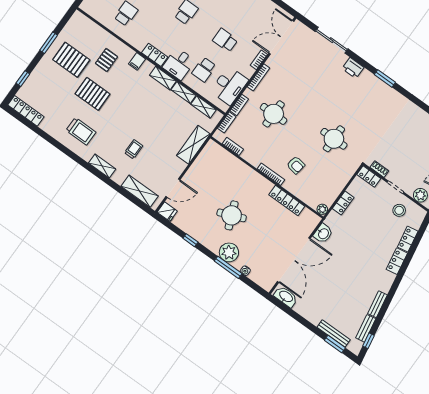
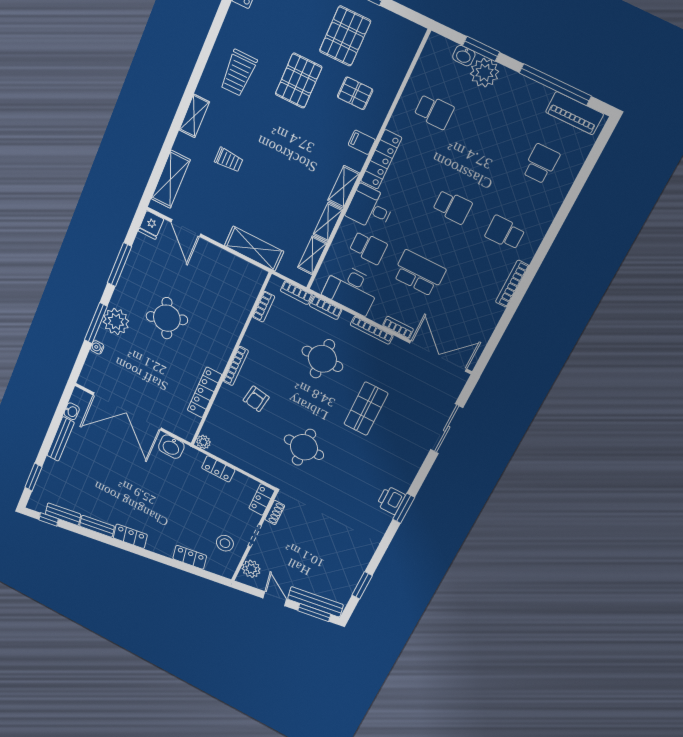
school desk: (225, 40) -> (419, 273), width x1.85
locker: (155, 55) -> (381, 159), width x1.53
printer: (353, 68) -> (391, 500), moved
school desk: (204, 70) -> (368, 248), turned 180
shop shelf: (311, 91) -> (366, 409), added
window: (190, 240) -> (119, 265), width x2.17
locker: (397, 261) -> (130, 536), moved
washbasin: (286, 297) -> (72, 411), width x0.52, depth x0.69
bench: (334, 333) -> (61, 439), moved

